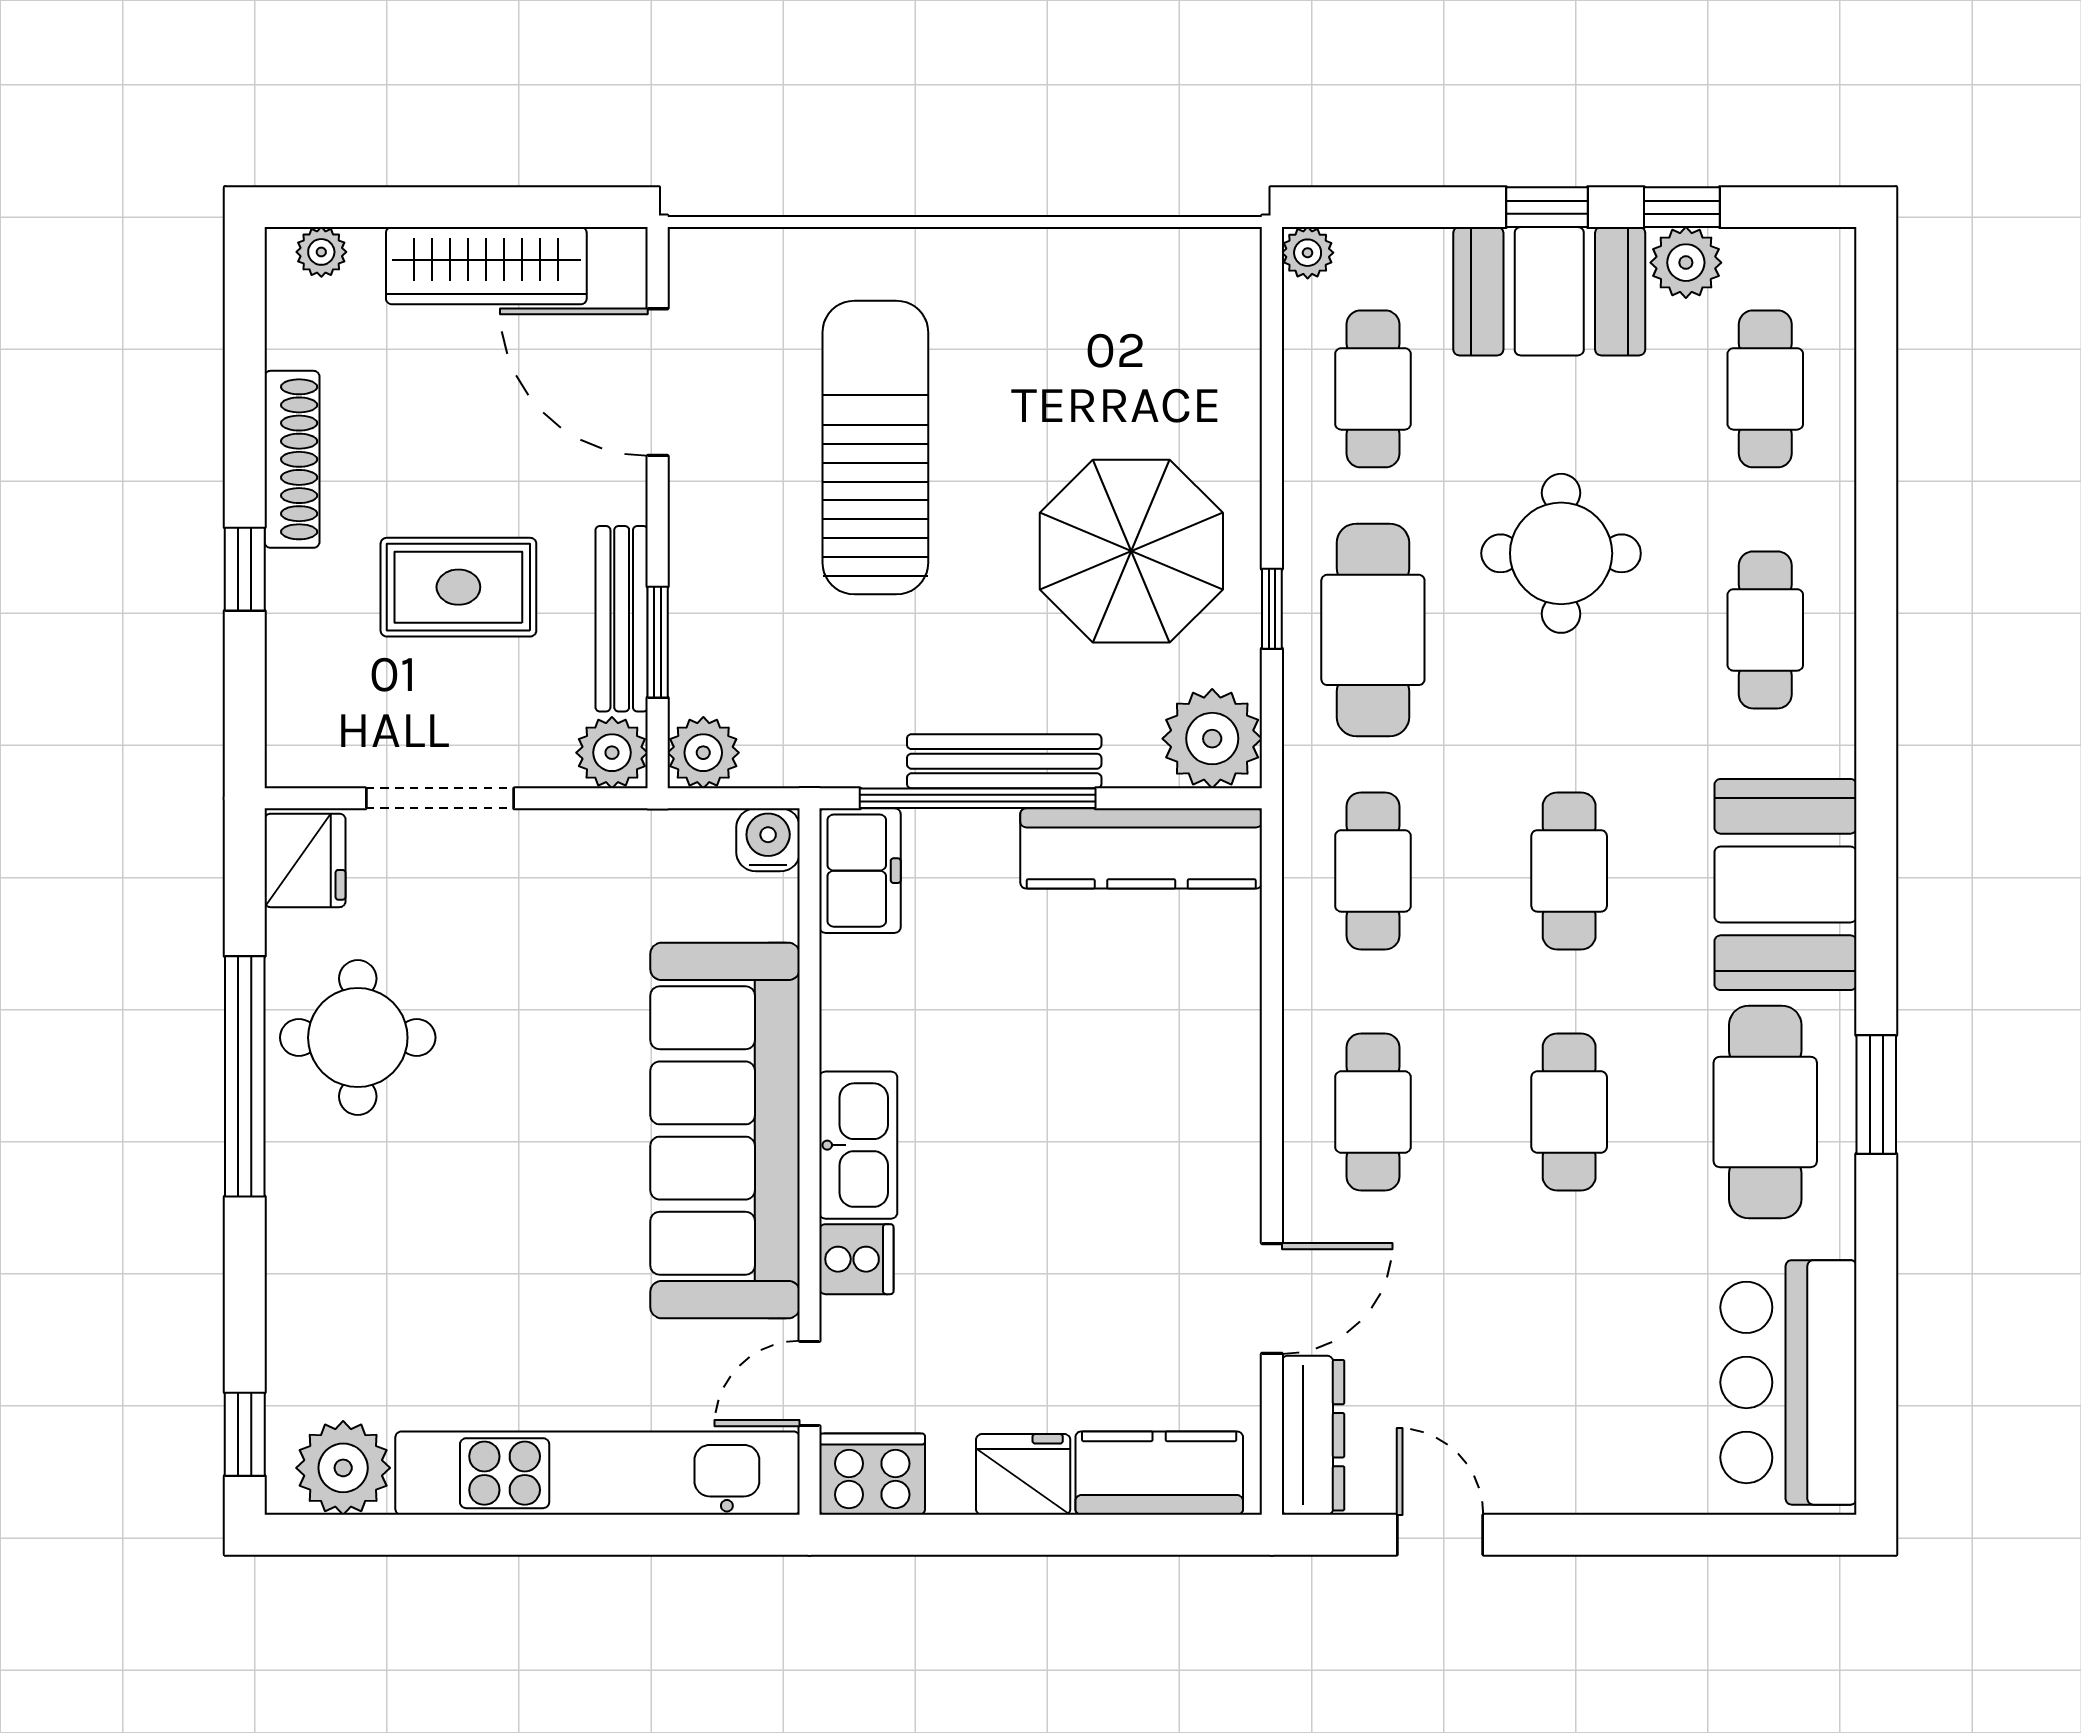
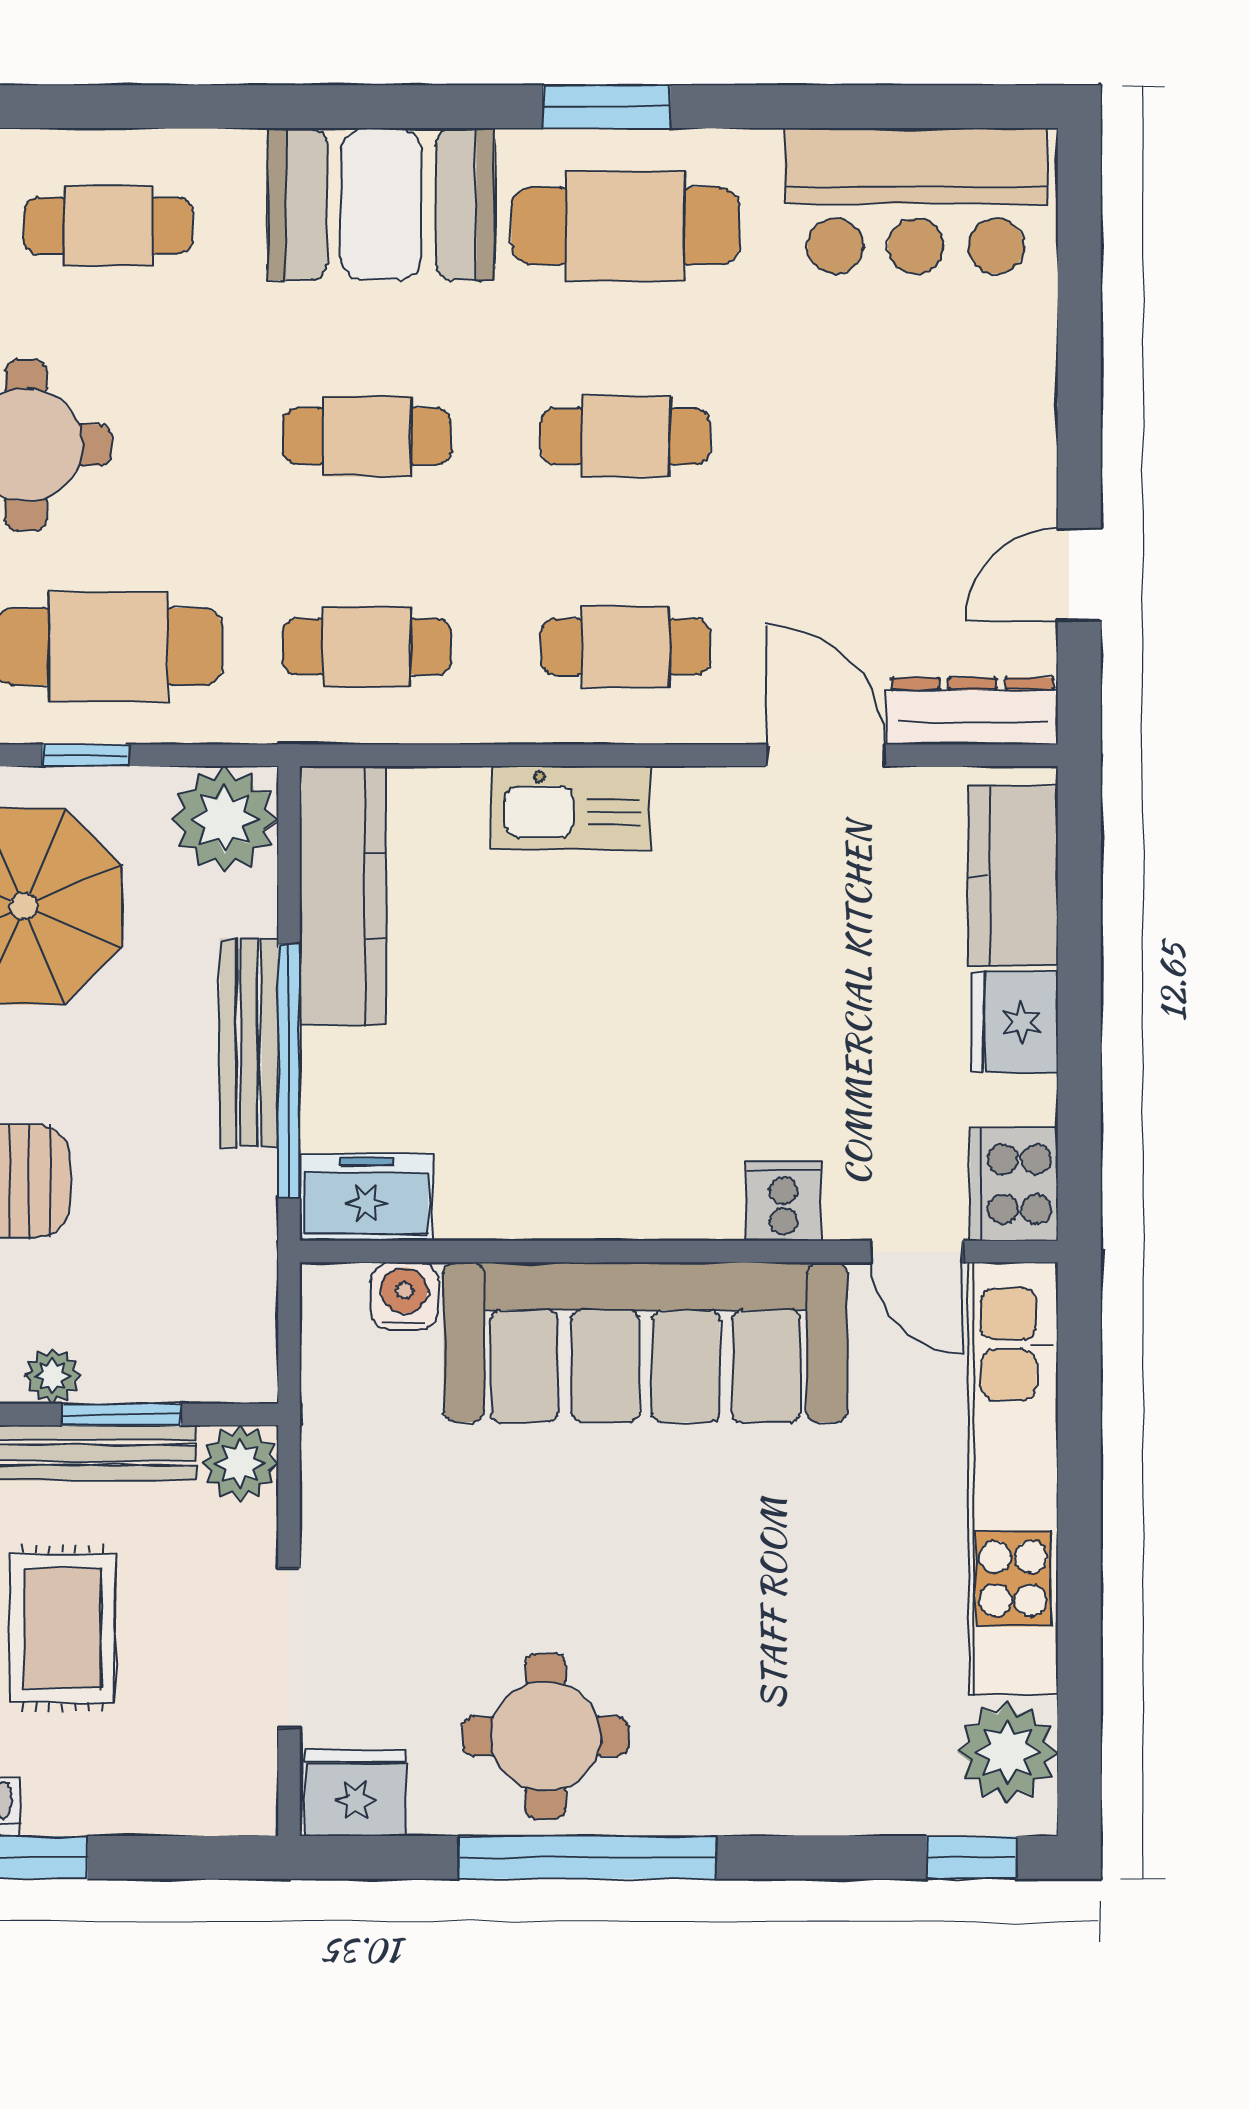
plant: (703, 753) -> (52, 1376), moved, width x0.73, depth x0.73
water cooler: (768, 840) -> (404, 1296), moved, turned 90
kitchen sink: (858, 1145) -> (571, 808), moved, turned 180

